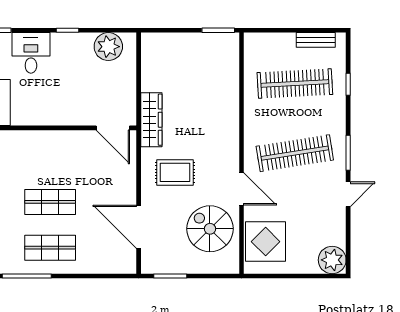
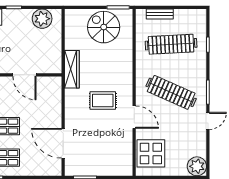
bench: (316, 40) -> (160, 14), moved
door: (113, 128) -> (24, 75), moved
clothes rail: (295, 153) -> (171, 92), turned 33
rug: (175, 172) -> (103, 101), moved
spiral stairs: (210, 229) -> (104, 27), moved

